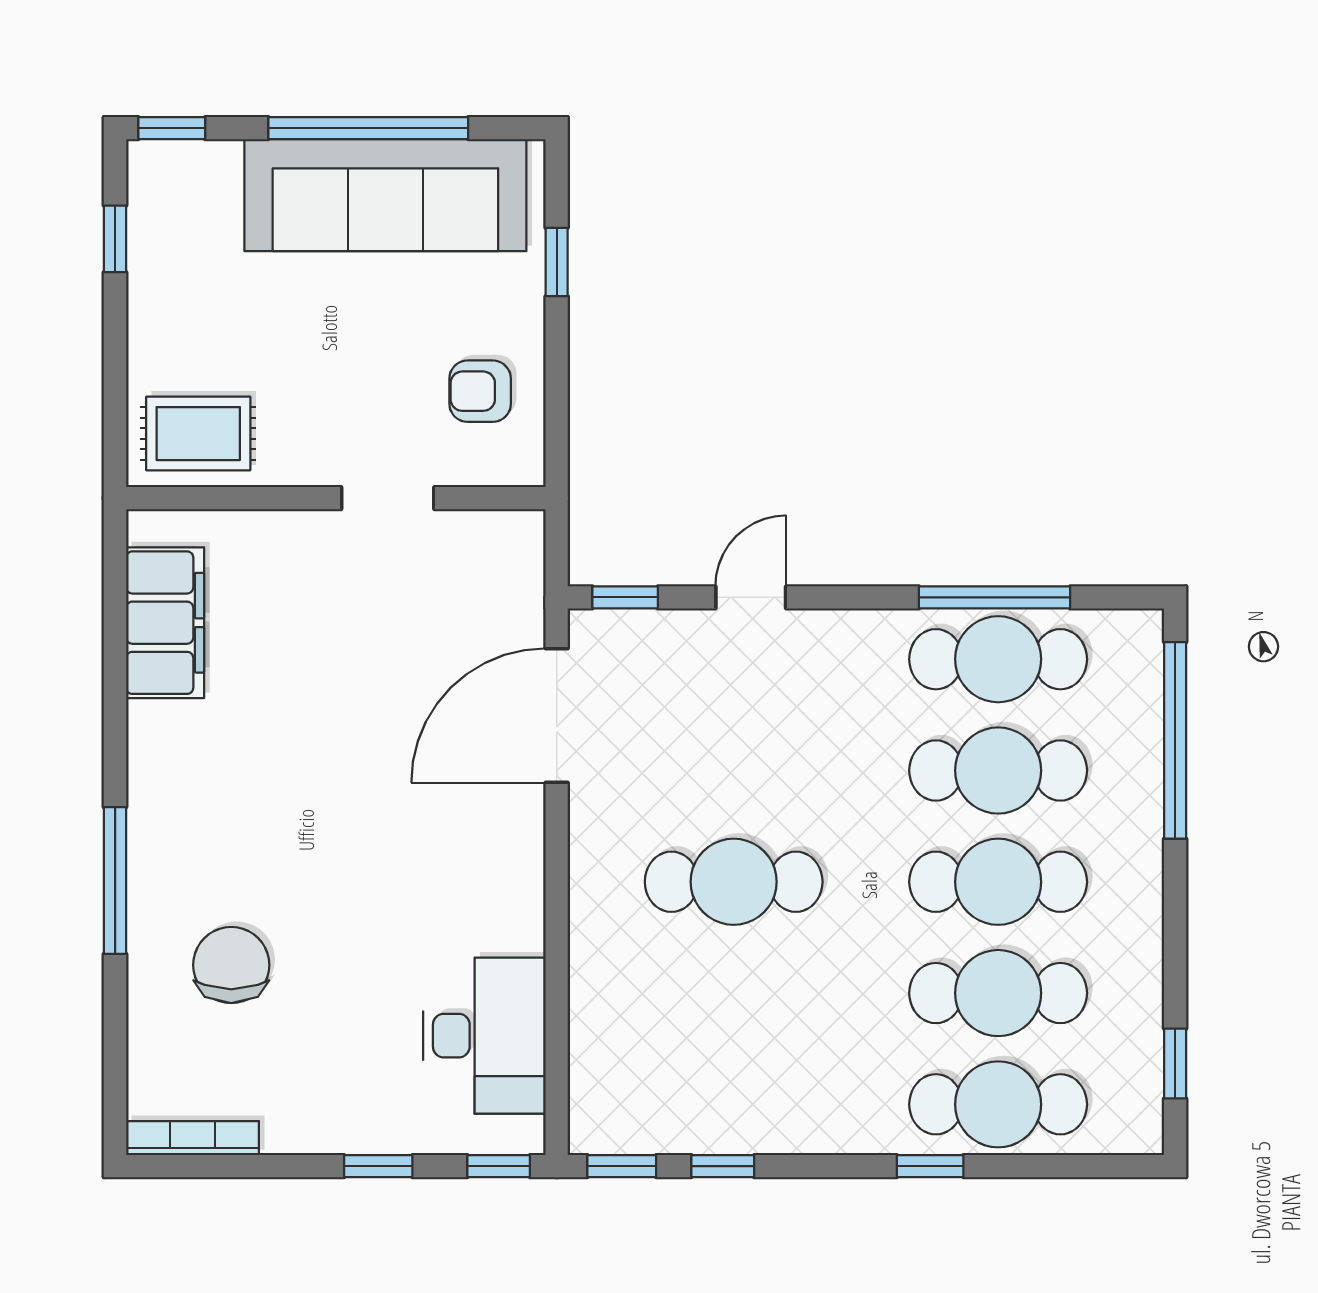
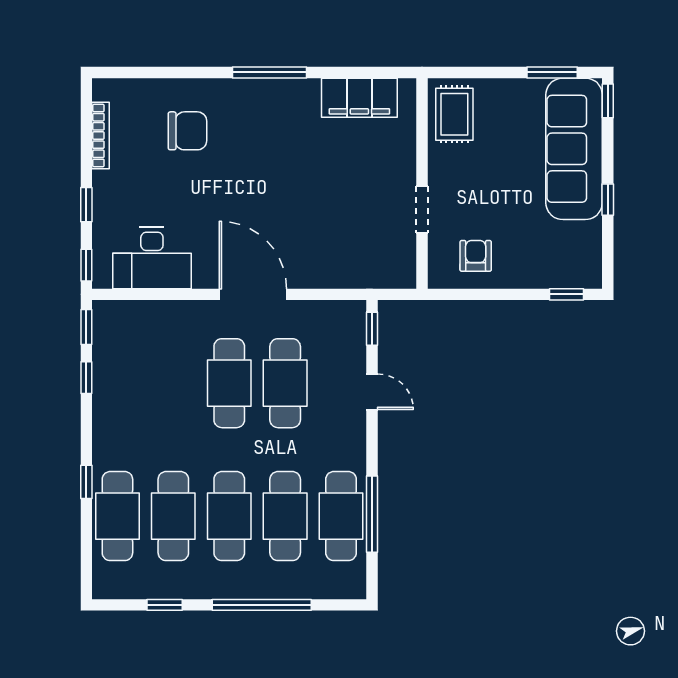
window: (368, 128) -> (608, 200), width x0.32
sofa: (385, 195) -> (574, 149), moved
window: (115, 239) -> (552, 72), width x1.50
window: (557, 262) -> (567, 294), moved
door: (557, 716) -> (253, 294), moved
window: (1175, 740) -> (262, 605), moved
cafe table: (734, 770) -> (285, 383), added
window: (115, 881) -> (269, 72), moved
window: (1175, 1063) -> (165, 605), moved
bookcase: (193, 1138) -> (101, 135), moved

